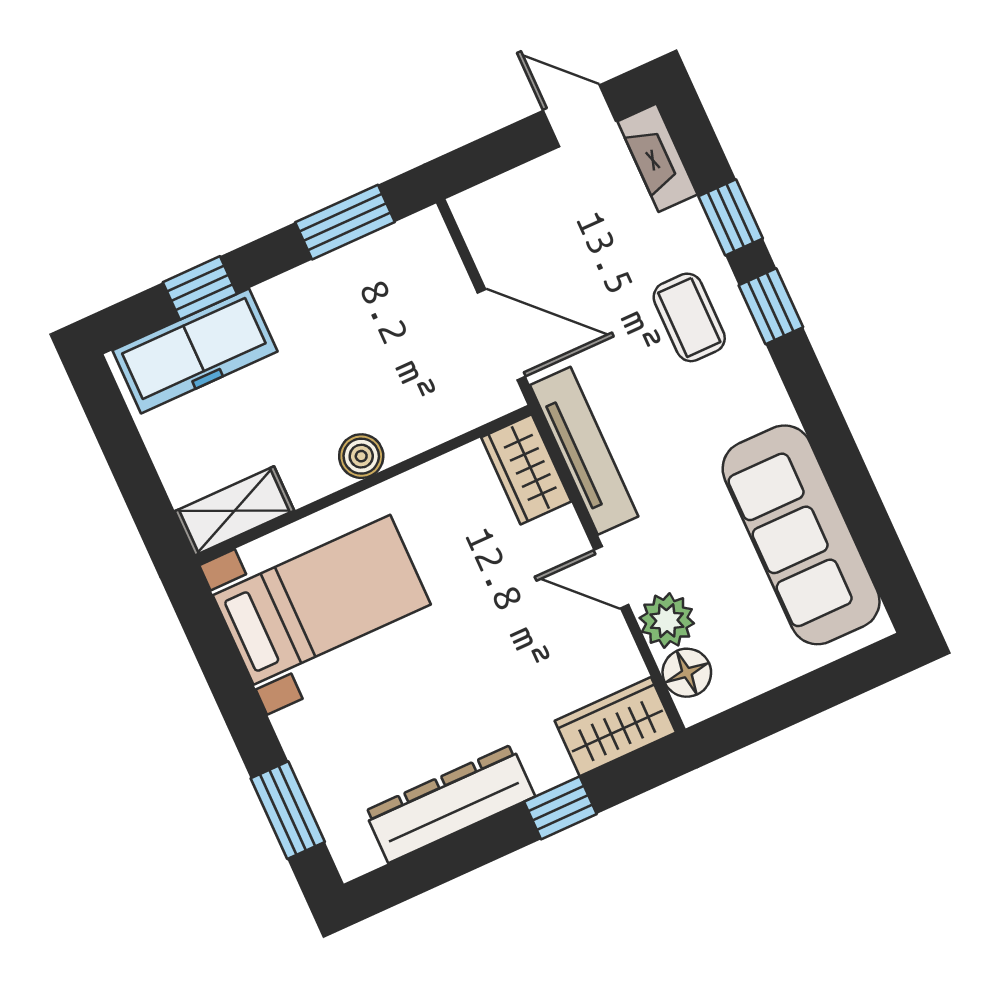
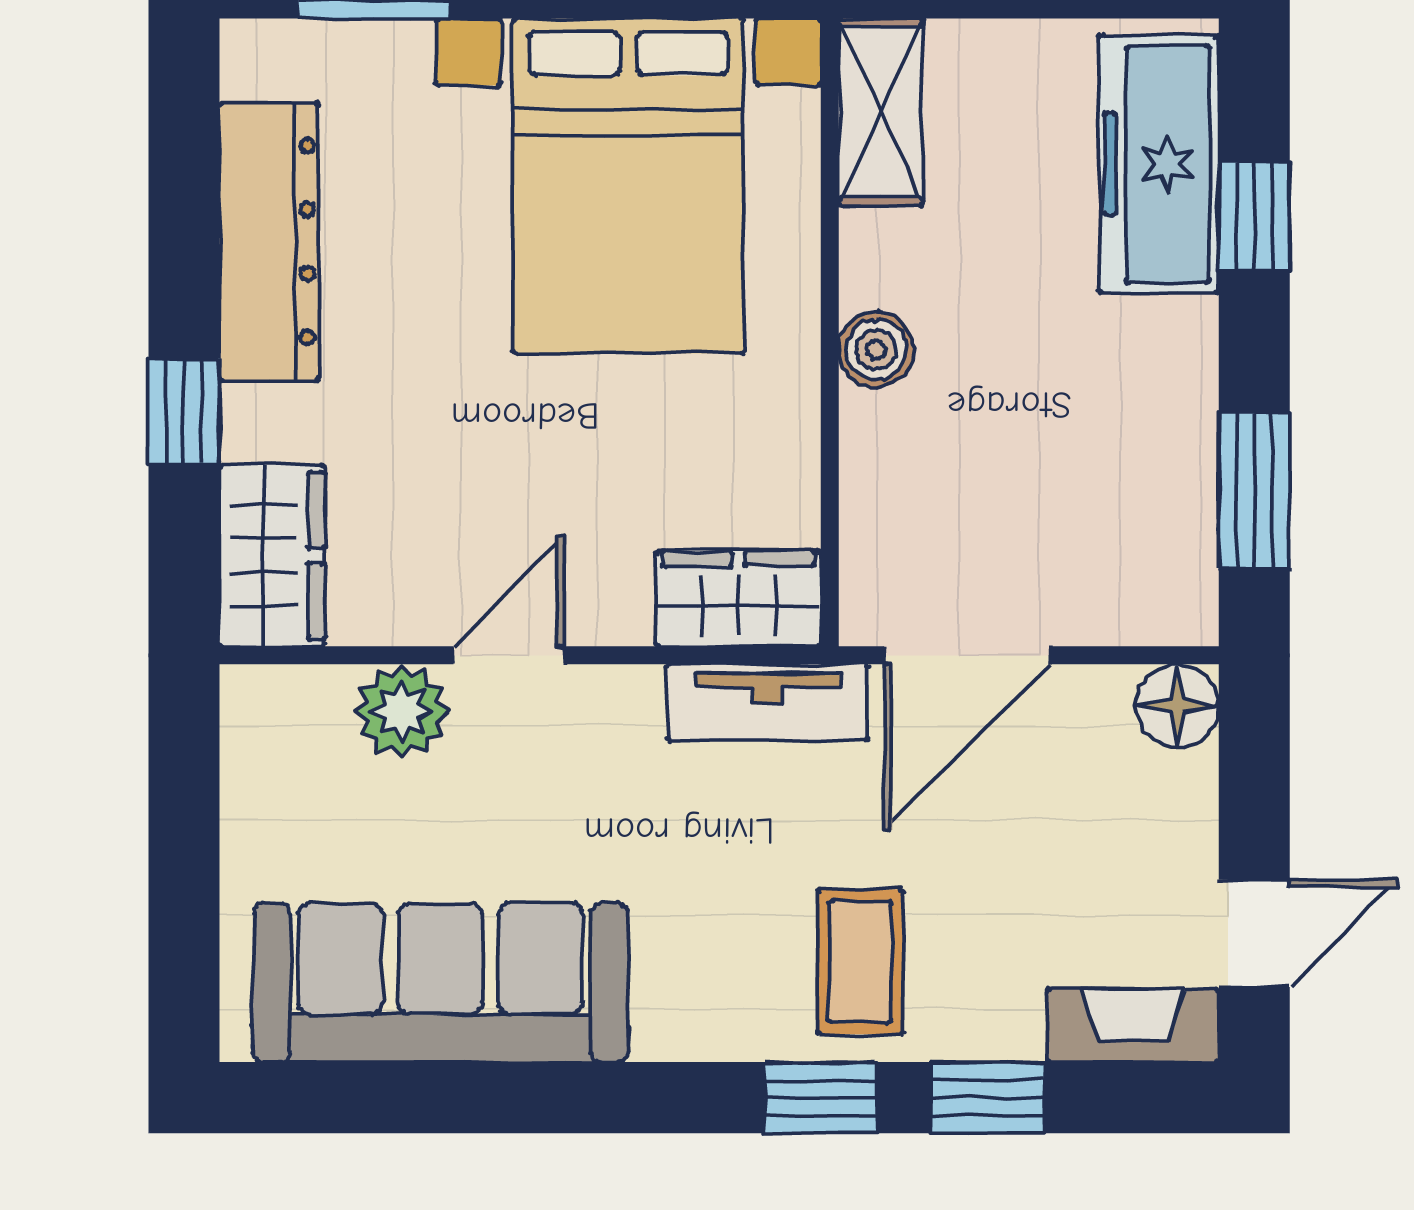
coffee table: (689, 317) -> (861, 962), turned 90
tv unit: (584, 451) -> (768, 703), width x0.71
bed with nightstands: (322, 600) -> (628, 186), width x1.36
floor lamp: (687, 673) -> (1177, 706), moved

